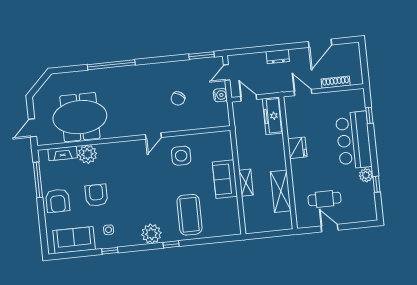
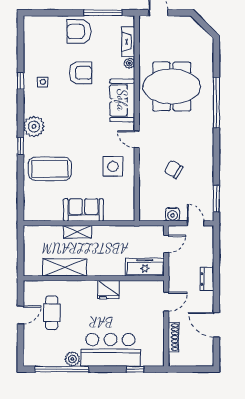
meeting table: (80, 117) -> (172, 87), moved, turned 90
plant: (87, 154) -> (129, 63), width x0.53, depth x0.53
window: (376, 184) -> (62, 369), width x3.17
sofa: (74, 240) -> (122, 100), moved, turned 180

